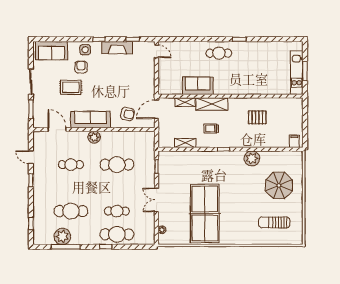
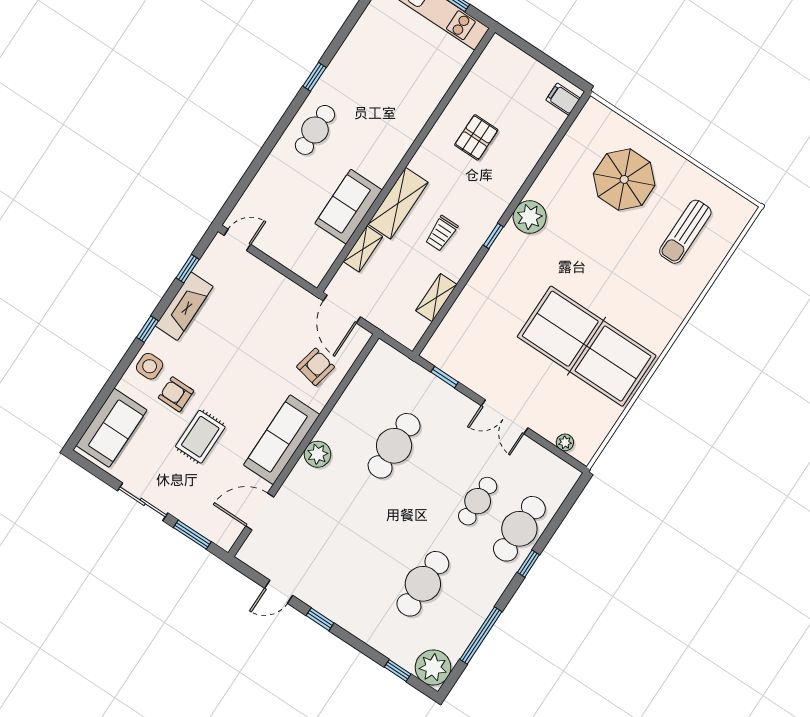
plant: (252, 158) -> (530, 217), moved
cafe table: (71, 165) -> (339, 528), removed
plant: (62, 236) -> (433, 667), moved

